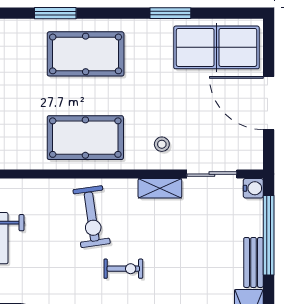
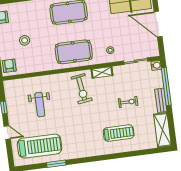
shelving: (160, 188) -> (102, 72), moved
exercise bike: (123, 269) -> (128, 102), moved

